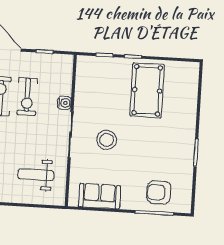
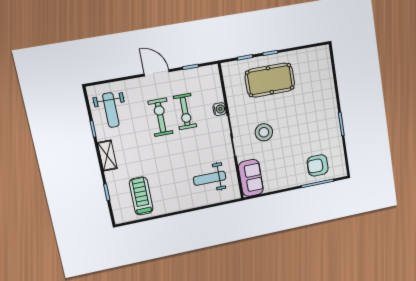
pool table: (147, 90) -> (270, 80), moved, turned 90
sofa: (100, 196) -> (251, 178), moved, turned 90

